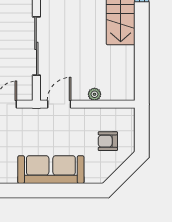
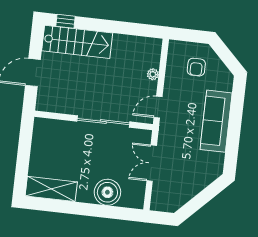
door: (59, 104) -> (158, 107), hinge flipped

